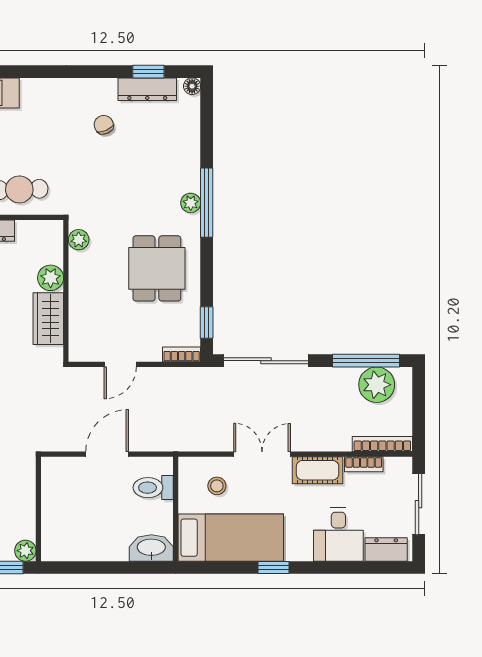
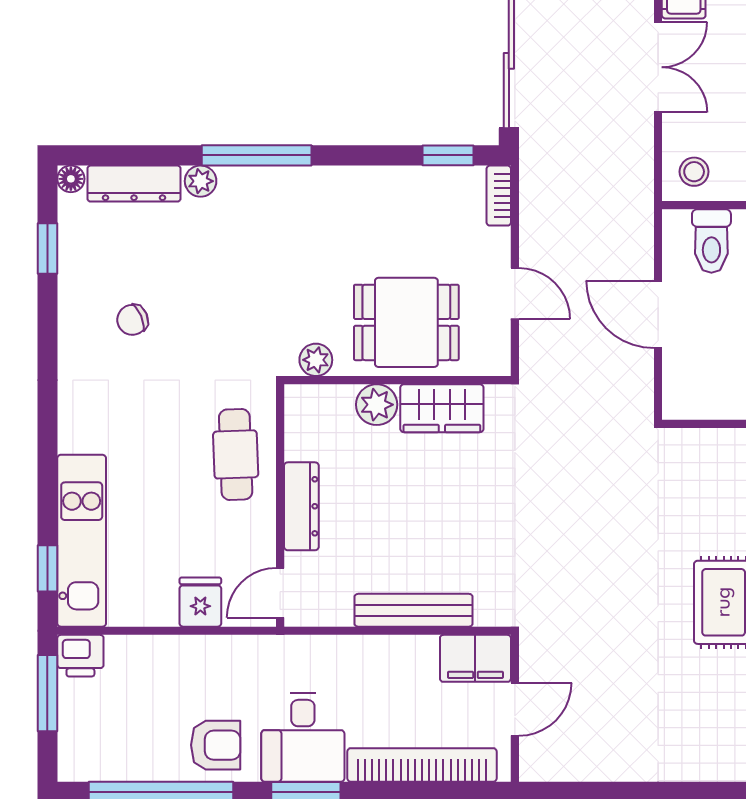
dresser: (147, 89) -> (134, 184), moved, turned 90
plant: (191, 203) -> (201, 181), moved
dining table: (157, 268) -> (406, 322), moved
double door: (262, 454) -> (658, 67), swing flipped
stool: (217, 486) -> (694, 172), moved

